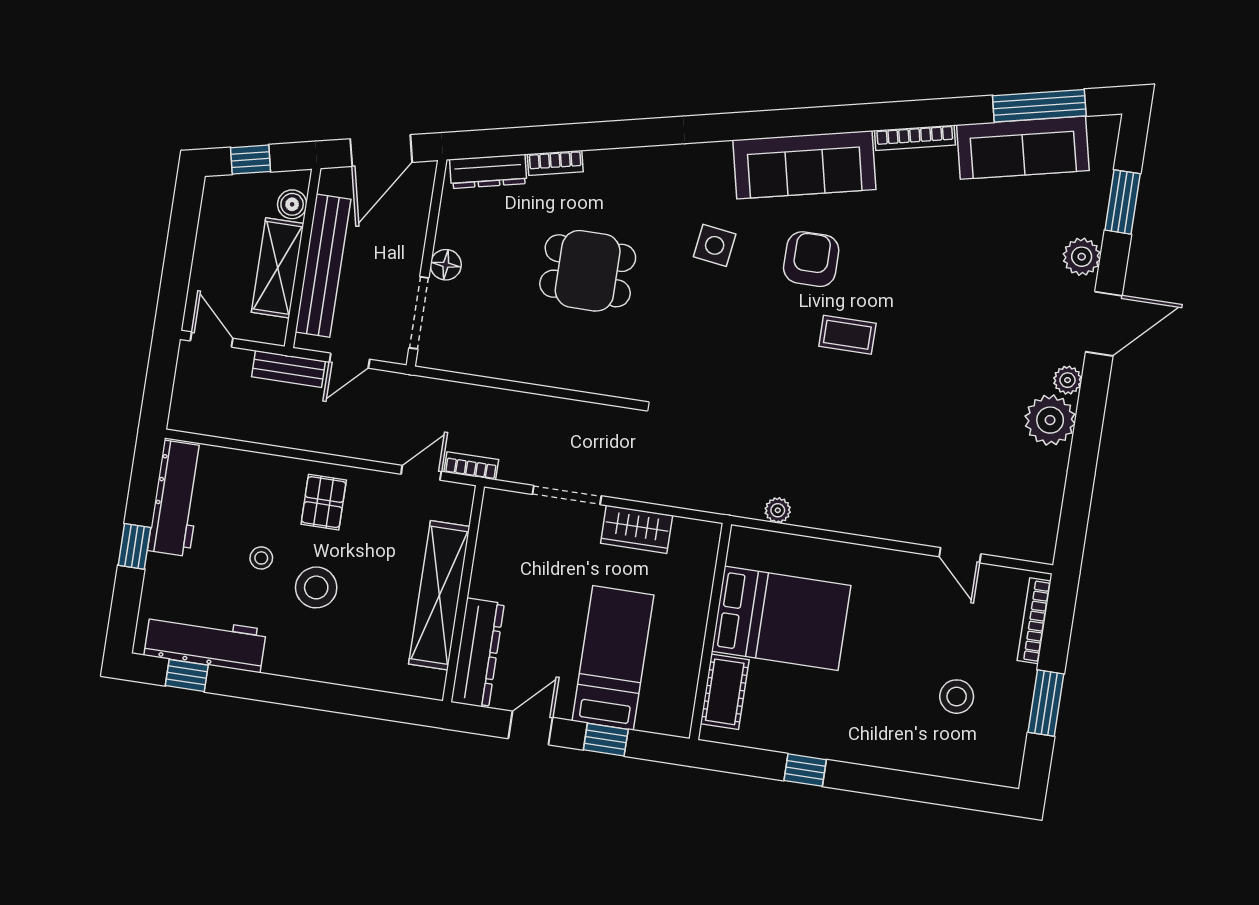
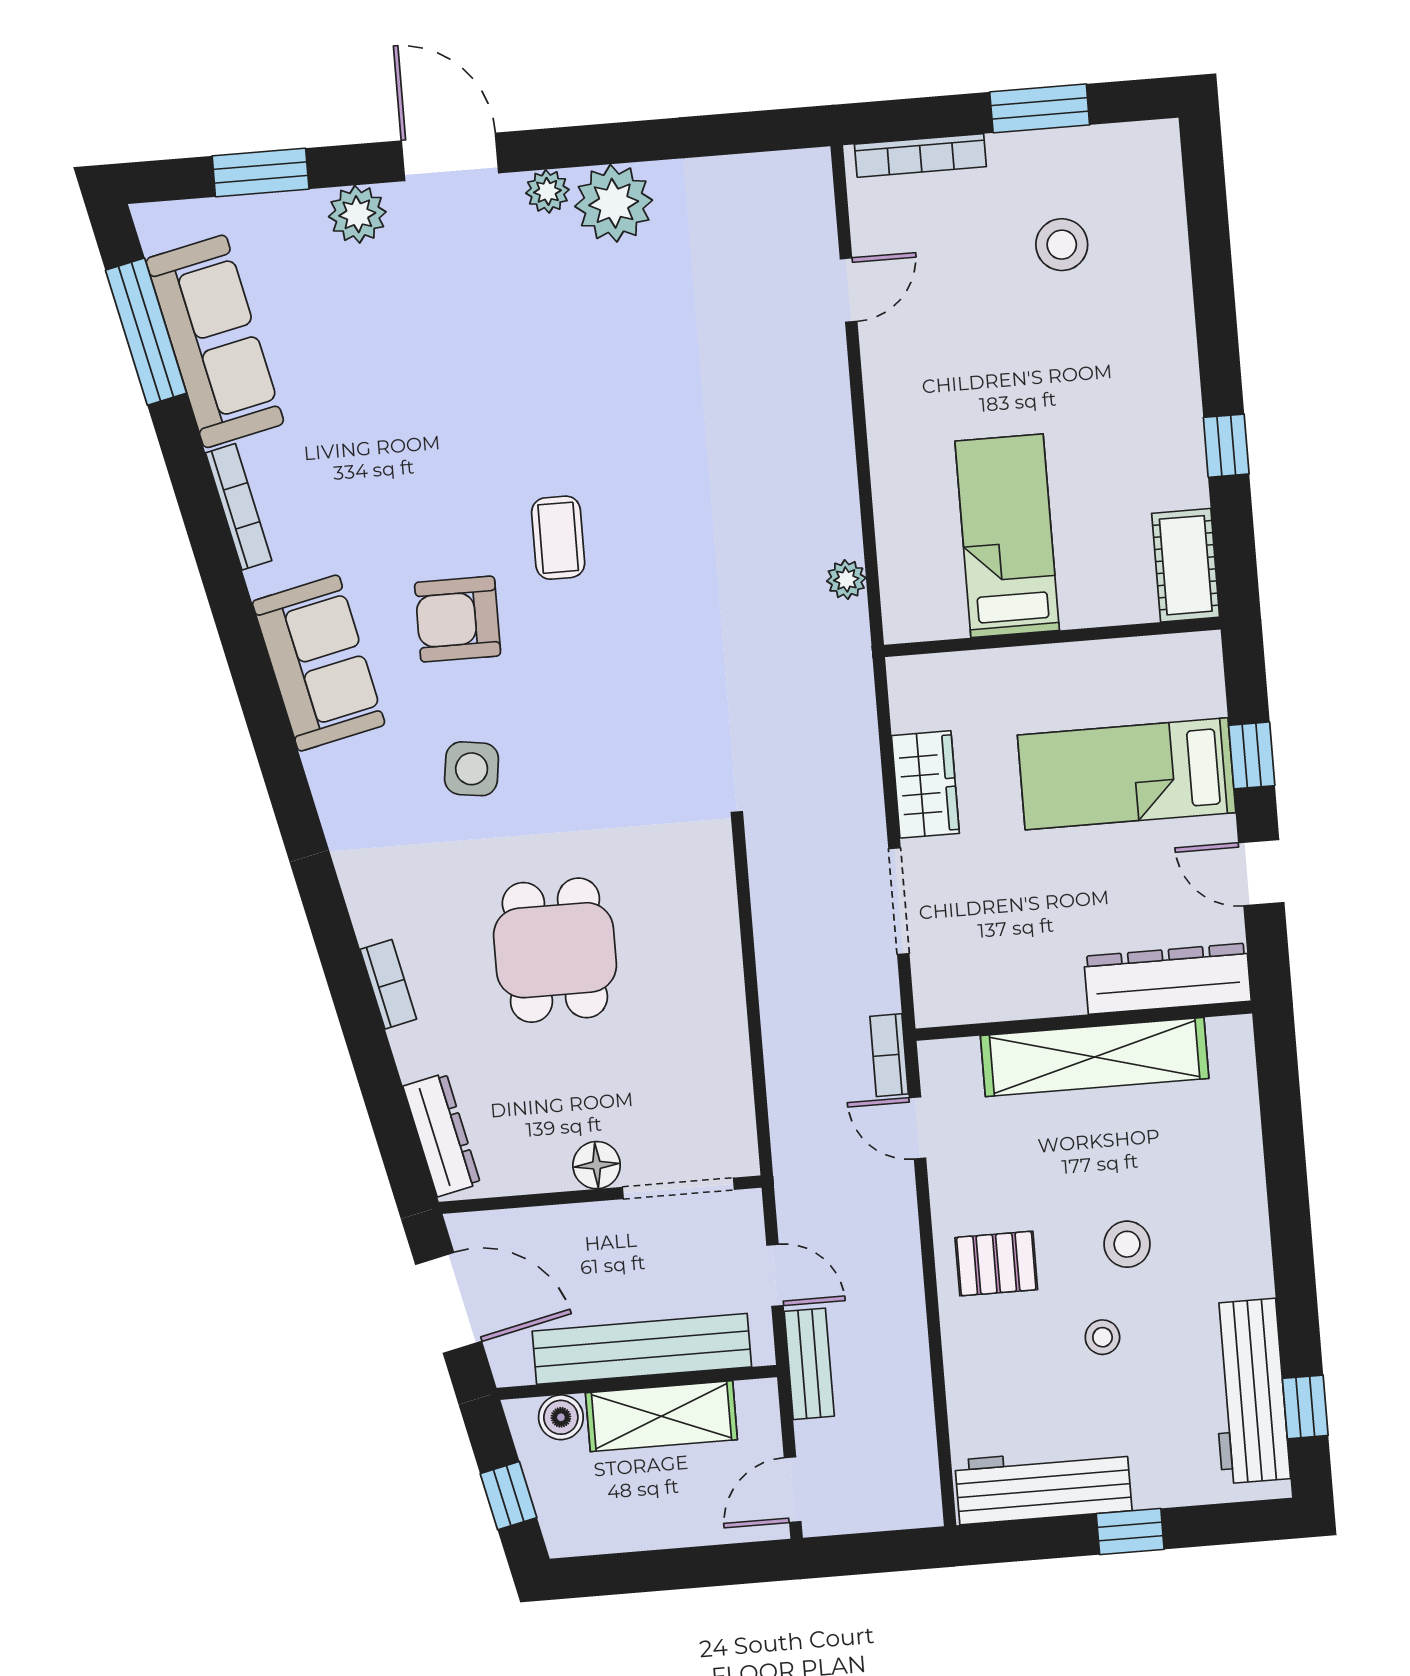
bookcase: (555, 163) -> (388, 984), moved
sofa: (804, 165) -> (319, 663), width x0.73
stool: (316, 587) -> (1127, 1244), width x0.73, depth x0.73
bed: (781, 618) -> (1007, 536), width x0.67
cot: (725, 692) -> (1186, 565), moved, turned 90

